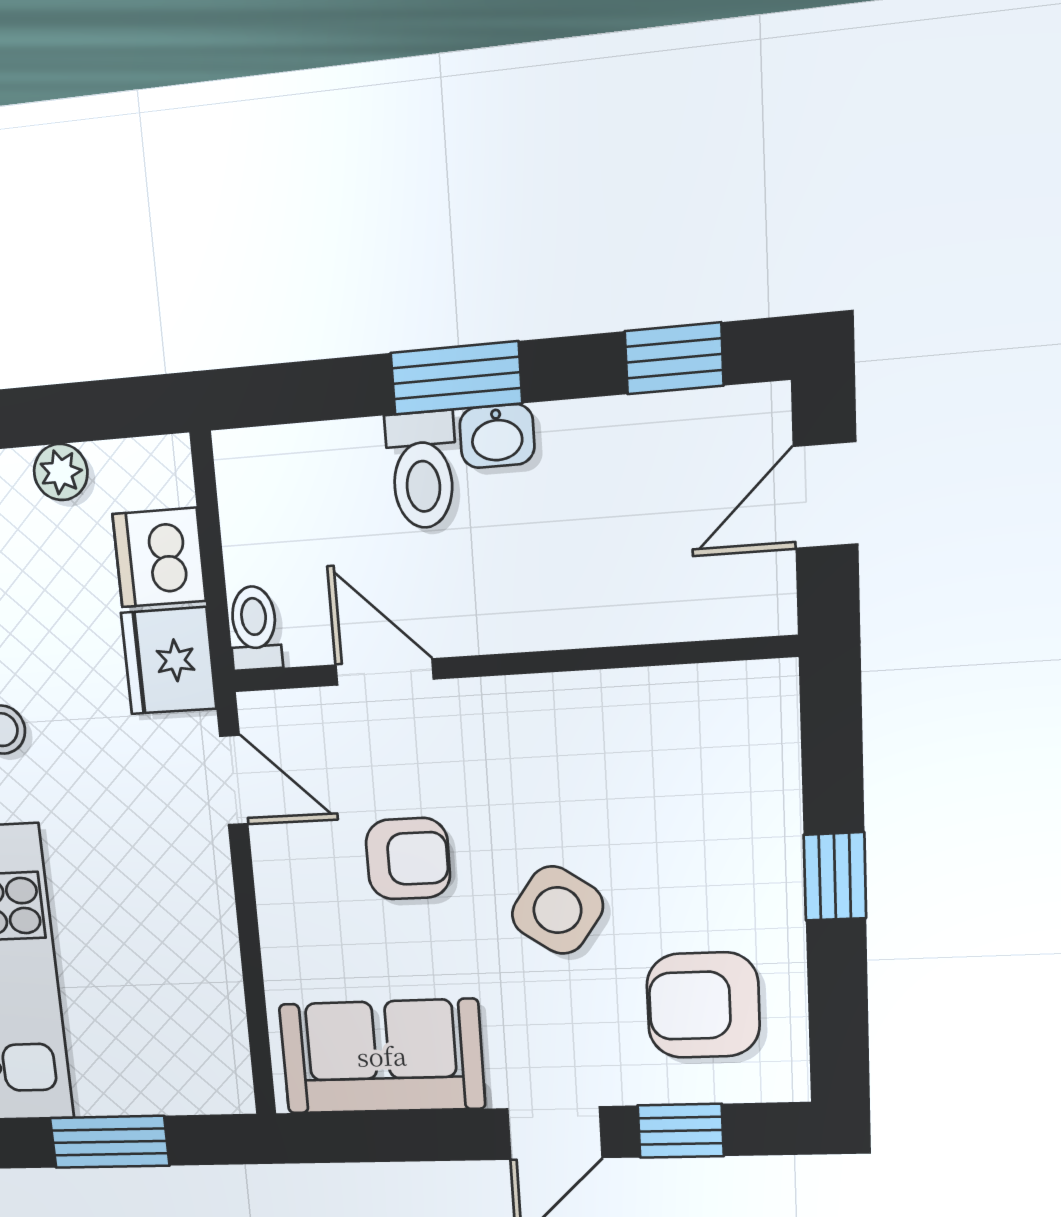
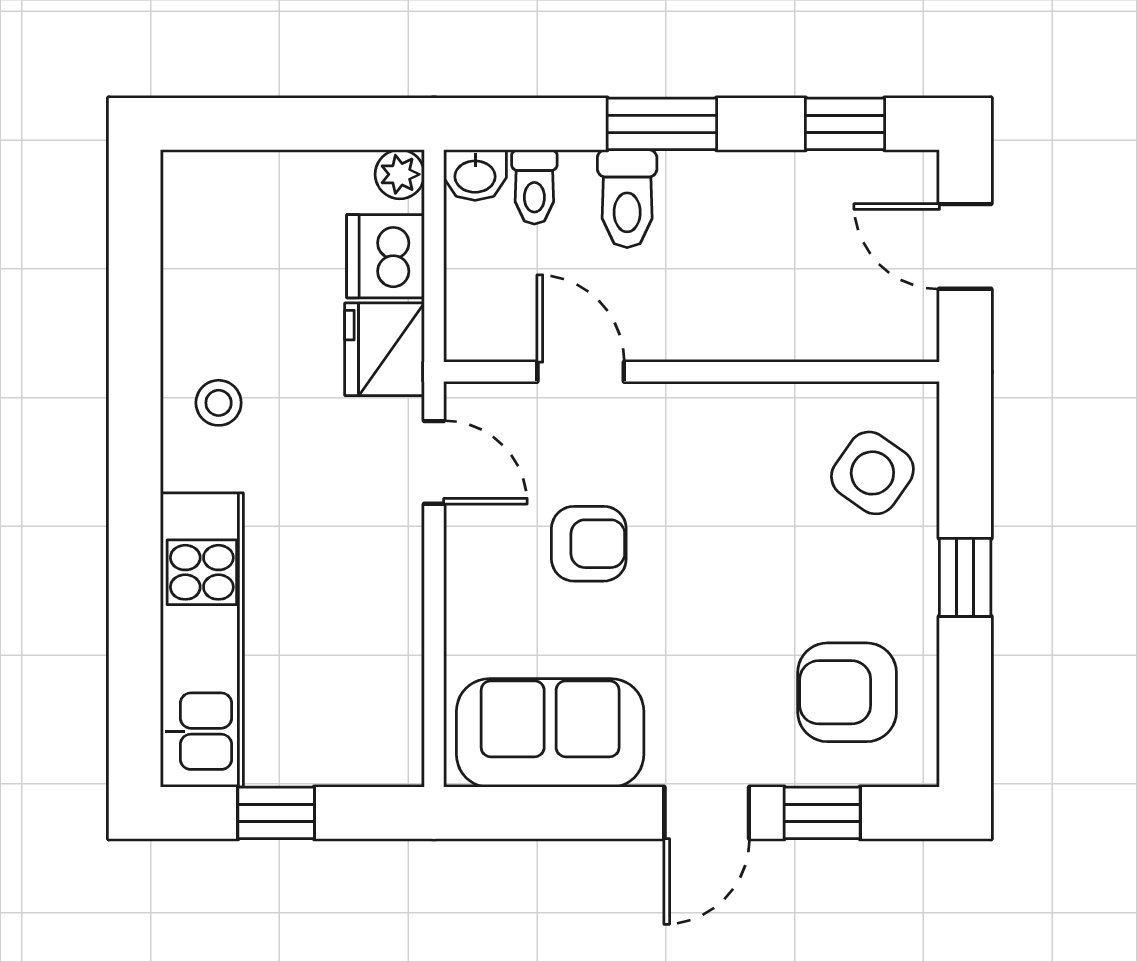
washbasin: (497, 436) -> (475, 175), moved
plant: (61, 472) -> (400, 174), moved
door: (826, 495) -> (965, 246), hinge flipped
toilet: (255, 628) -> (534, 187), moved, turned 180
side table: (558, 910) -> (872, 473), moved
window: (110, 1142) -> (276, 813), width x0.67

